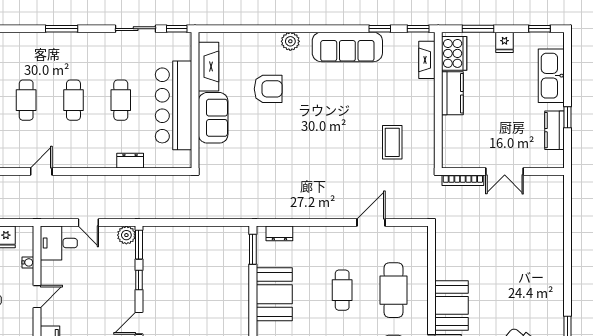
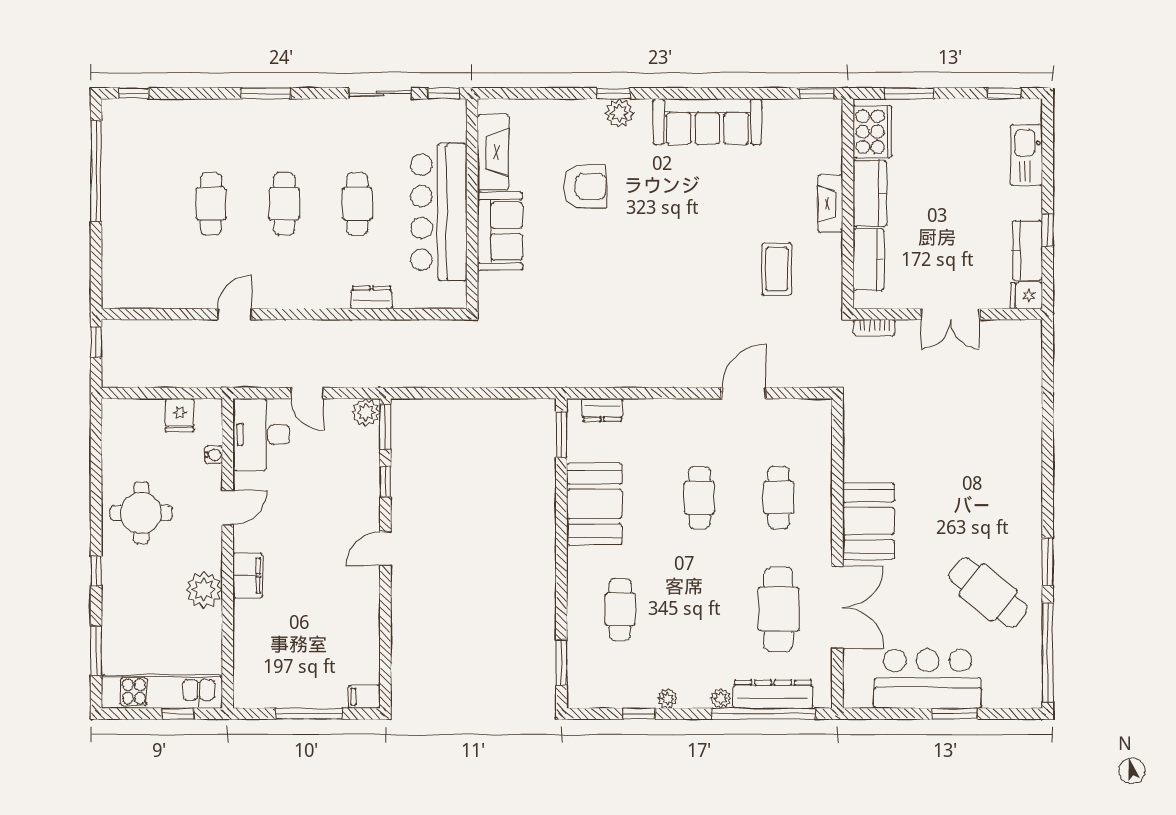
window: (380, 29) -> (614, 93), moved
fridge: (504, 42) -> (1027, 296), moved, turned 90
fireplace: (427, 60) -> (830, 203), moved
kitchen sink: (551, 76) -> (1026, 155), width x0.73, depth x0.81
kitchen counter: (452, 136) -> (869, 260), added
bookcase: (463, 180) -> (874, 328), width x0.64
desk: (59, 243) -> (261, 435), width x1.37
cafe table: (393, 290) -> (779, 498), width x0.73, depth x0.74

